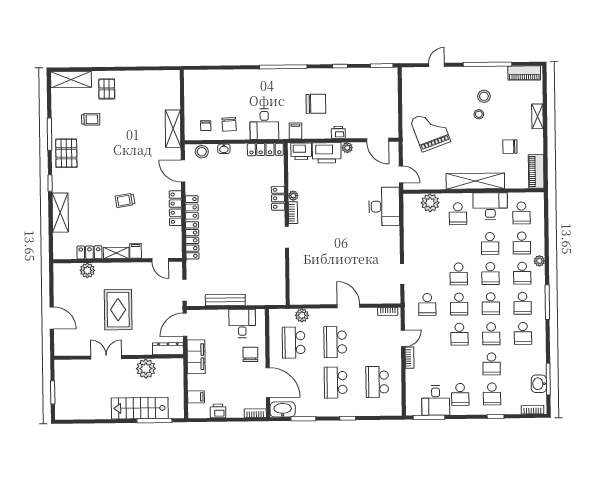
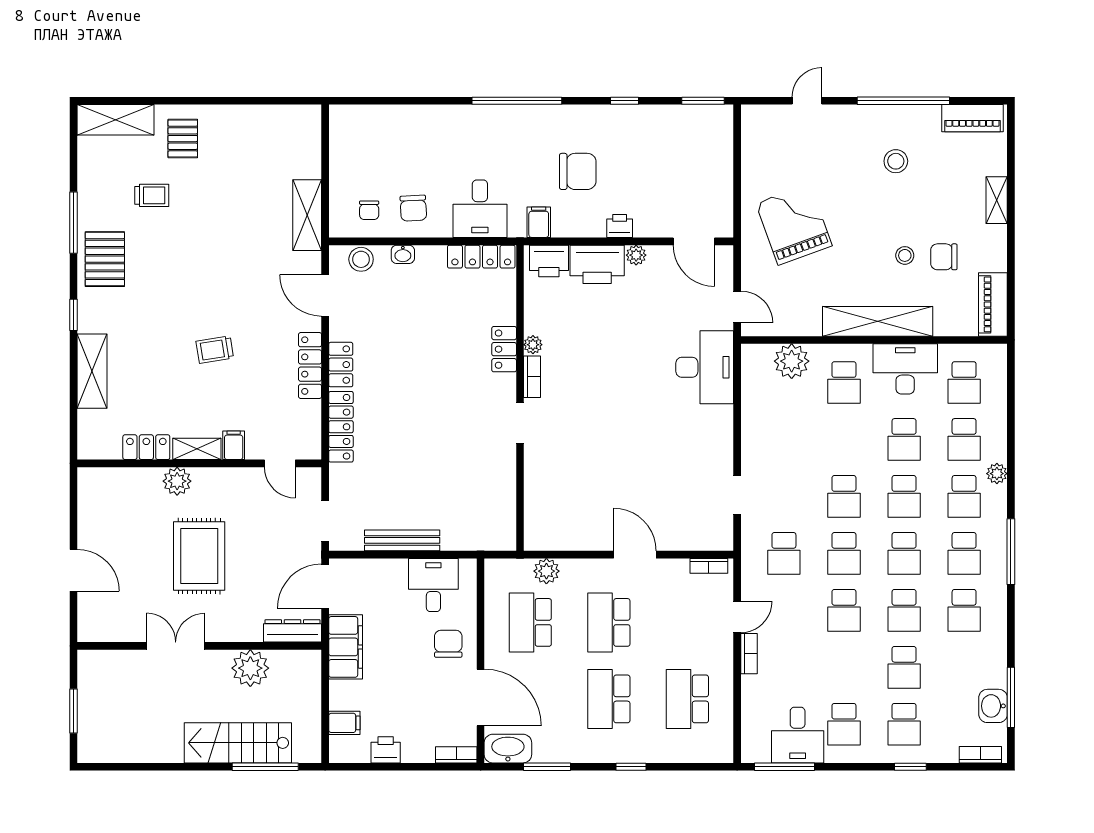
stool: (479, 114) -> (905, 255), moved
plant: (87, 270) -> (177, 481), moved

